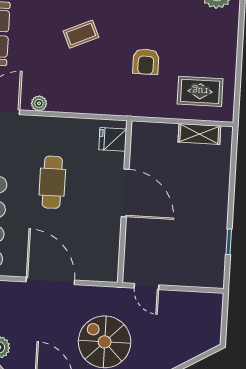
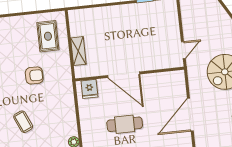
shelving: (199, 134) -> (78, 51), moved
door: (125, 193) -> (124, 75), swing flipped

